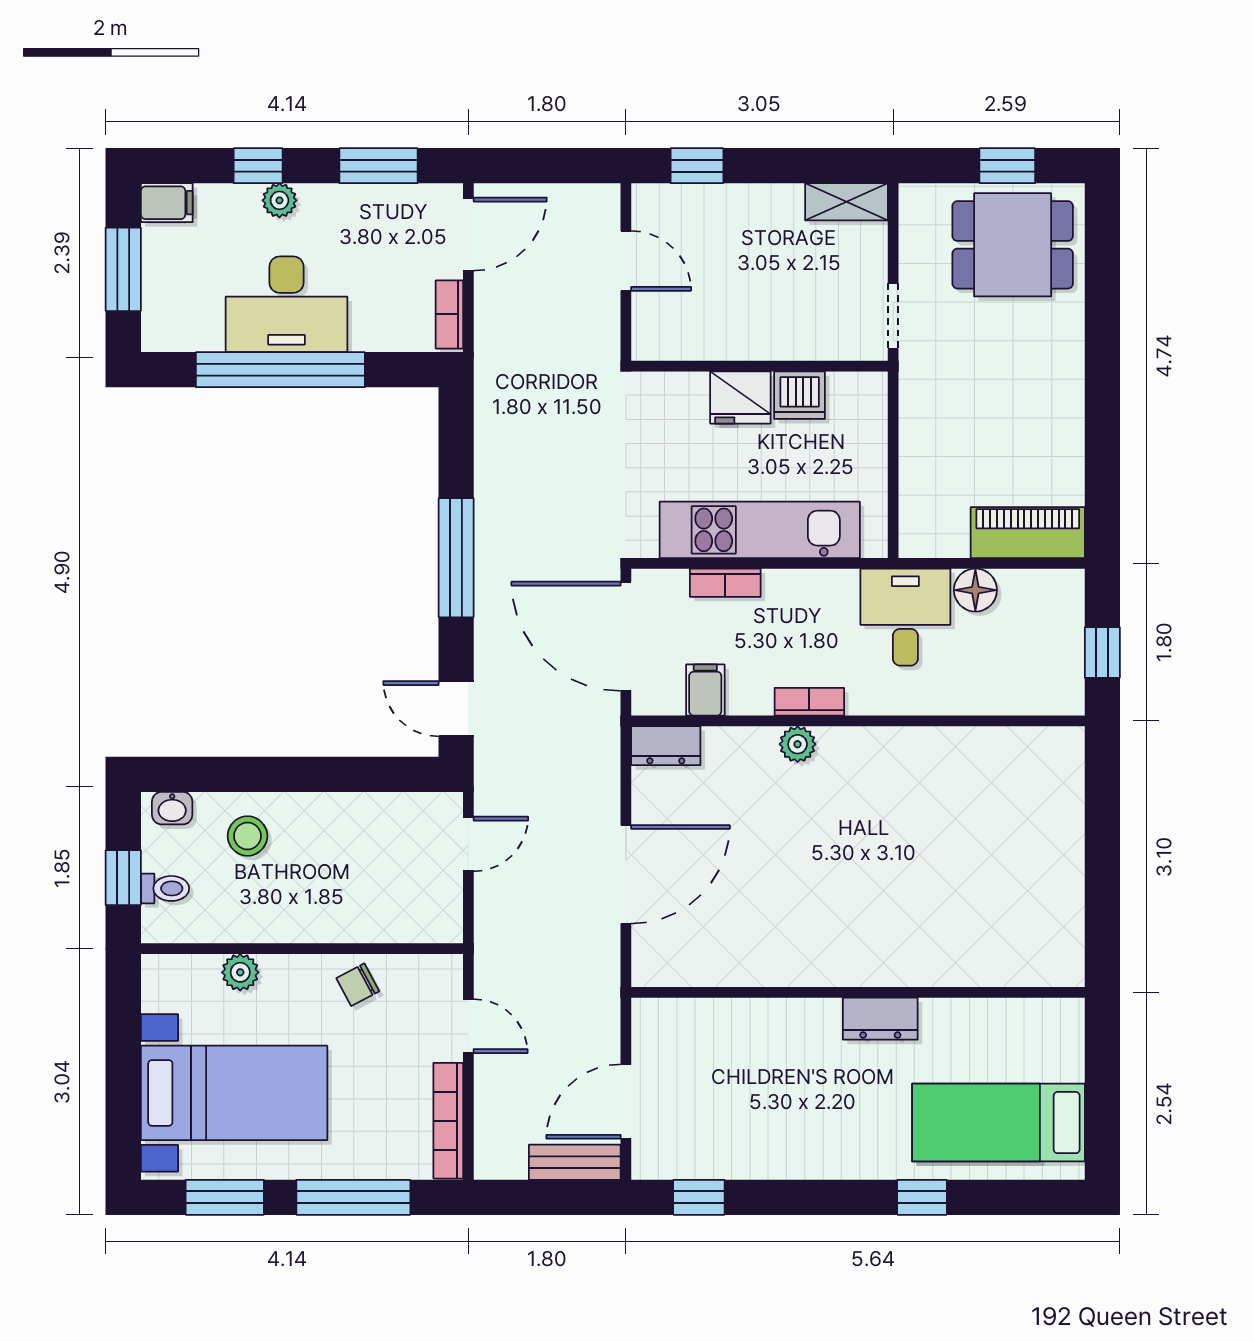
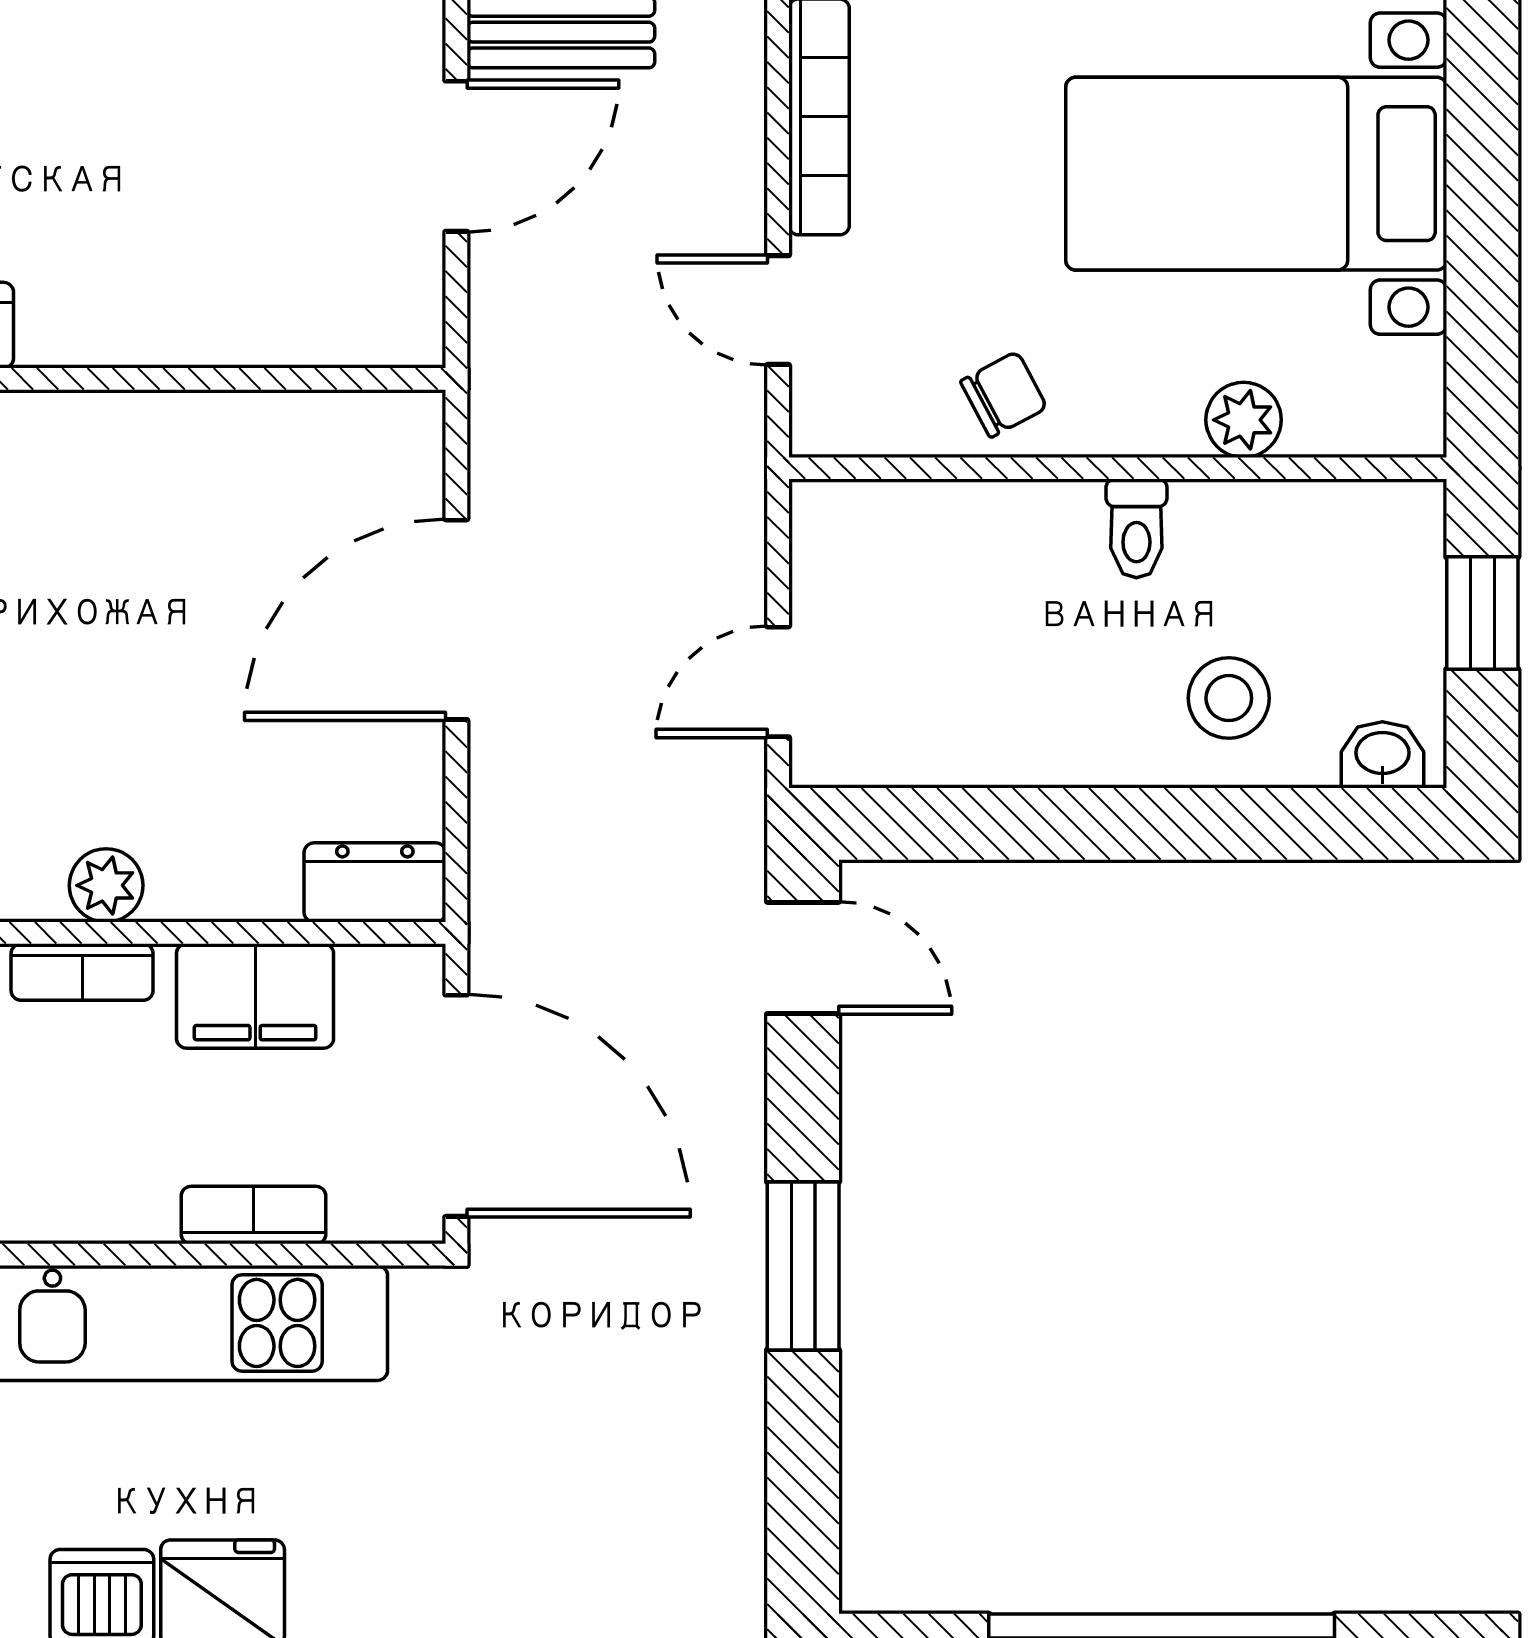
window: (456, 558) -> (803, 1266), width x0.69
filing cabinet: (705, 690) -> (255, 996), width x2.00
toilet: (165, 888) -> (1136, 528), moved, turned -90

